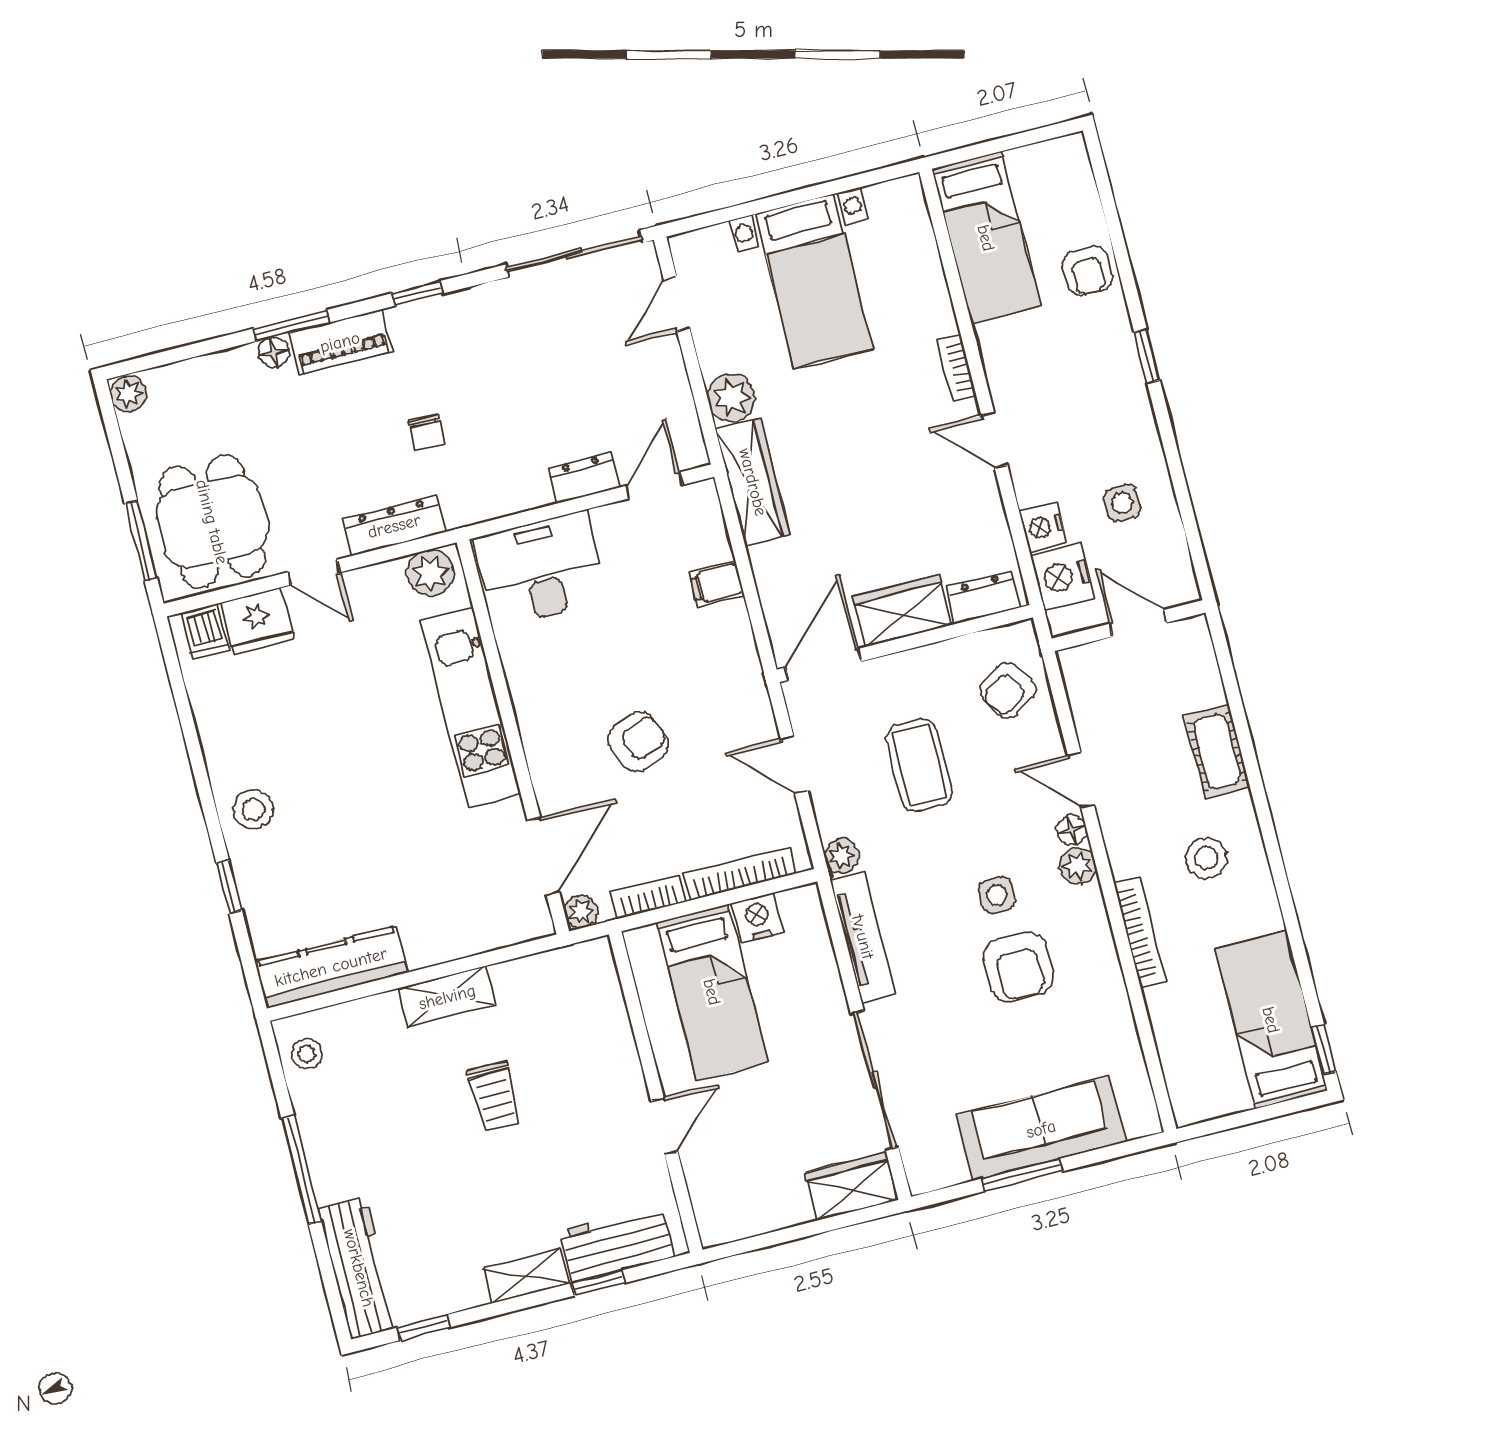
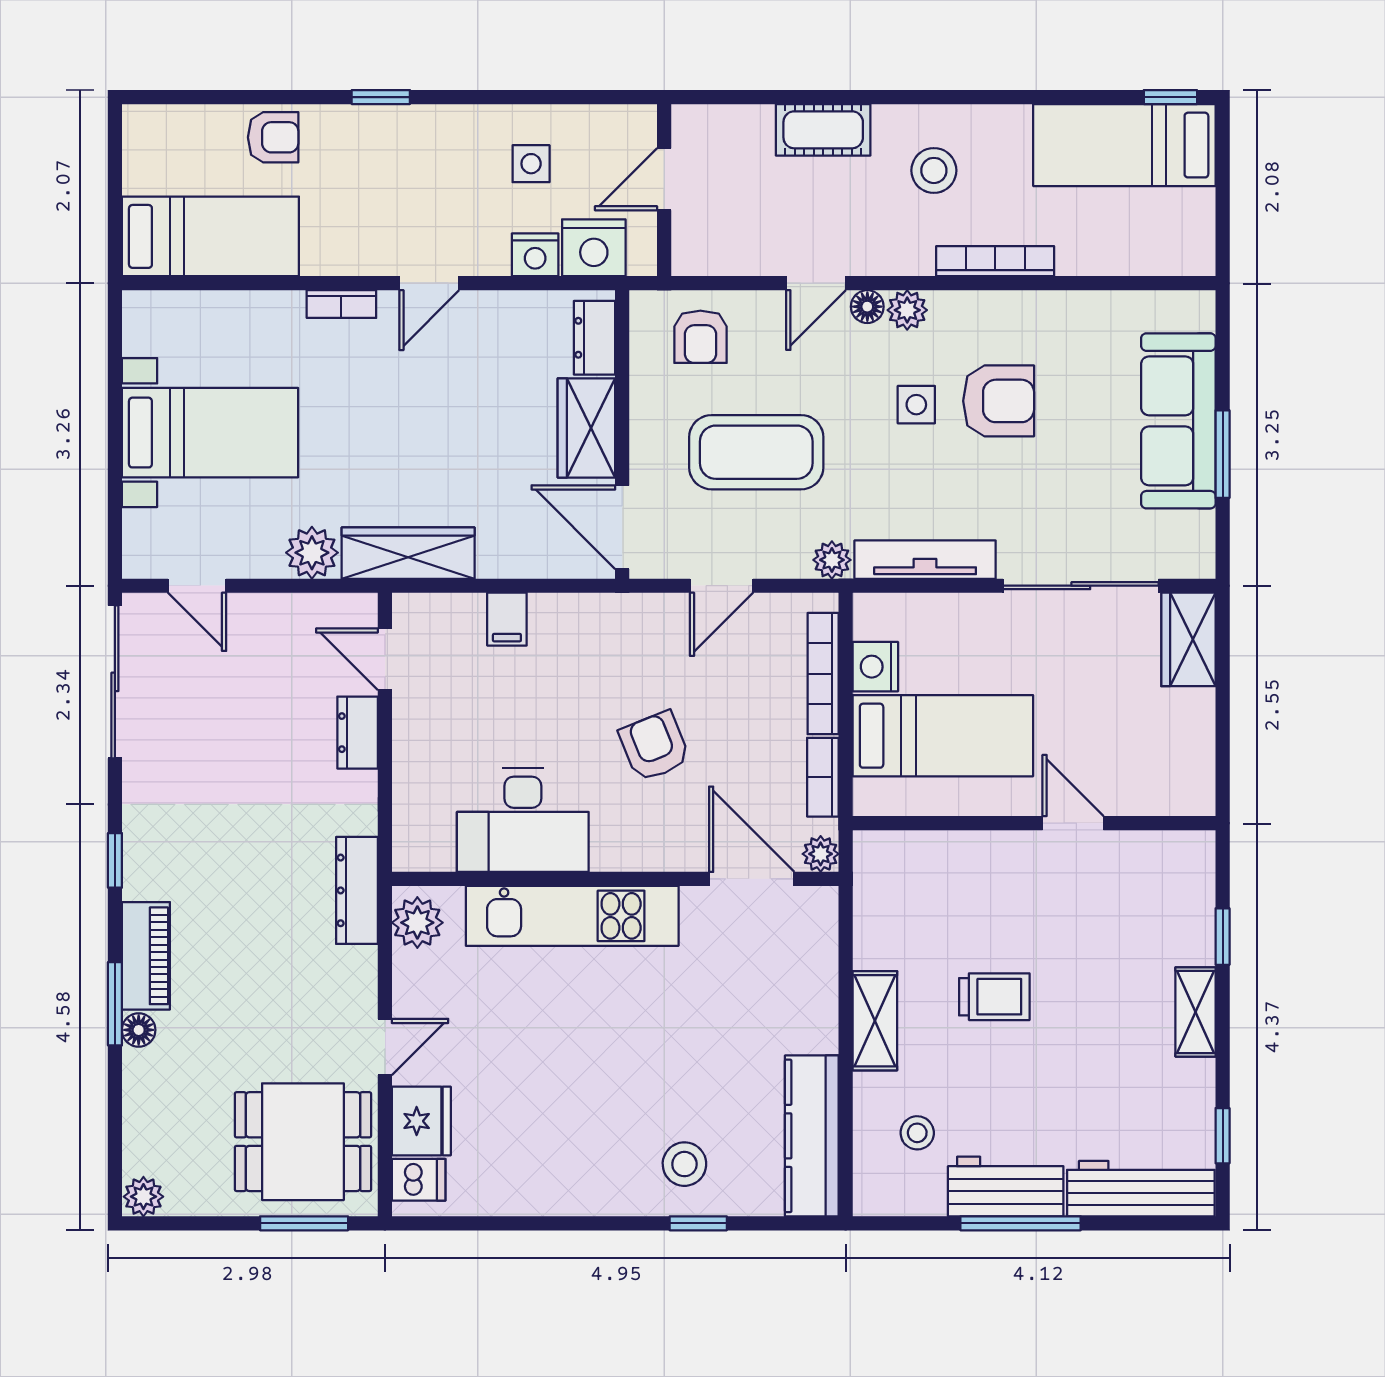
chair: (427, 433) -> (266, 888), removed
dresser: (394, 526) -> (357, 890), moved
desk: (541, 569) -> (523, 820), moved, turned -90
armchair: (1008, 690) -> (700, 337), turned 35
coffee table: (919, 765) -> (756, 452), width x1.36, depth x1.32
stool: (253, 809) -> (684, 1164), moved
stool: (307, 1054) -> (917, 1133), moved
workbench: (617, 1244) -> (1006, 1186), moved, turned 90

